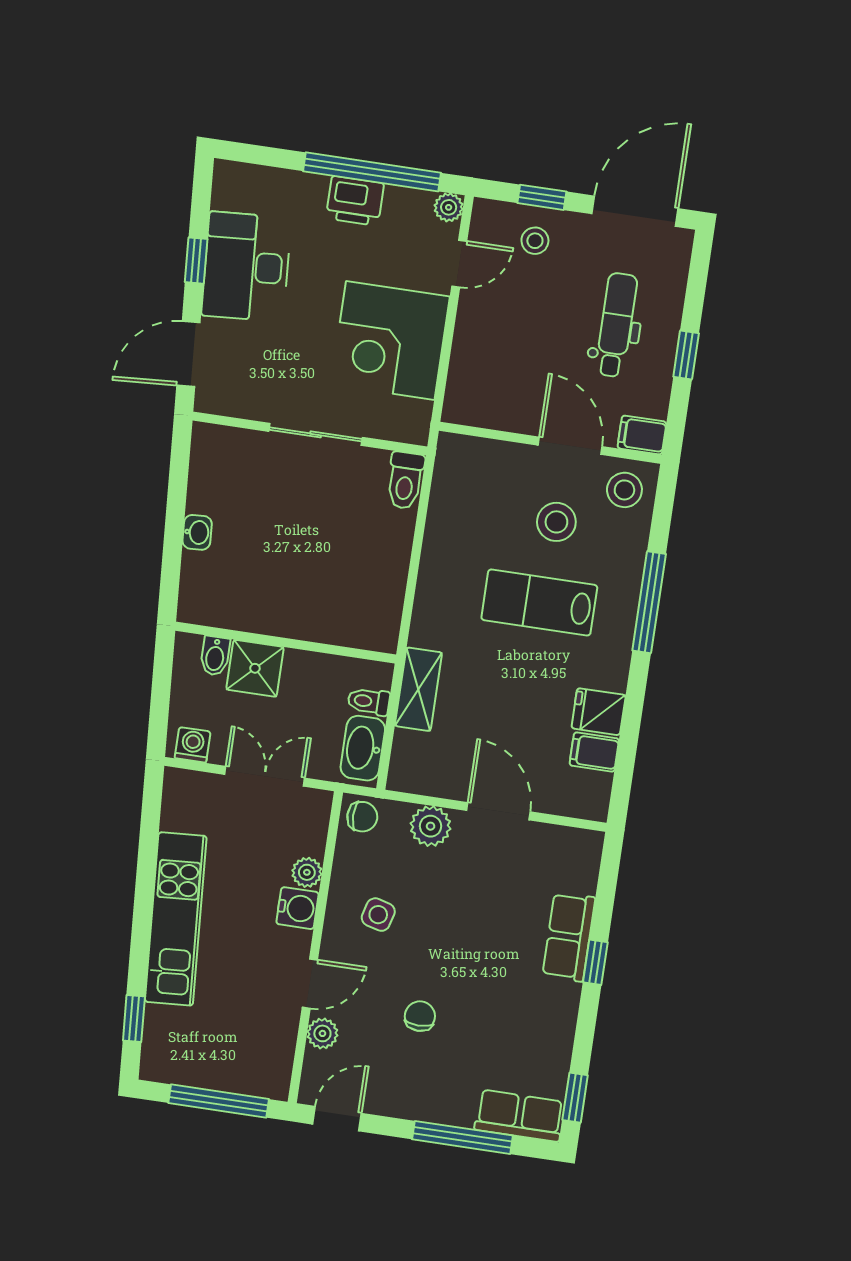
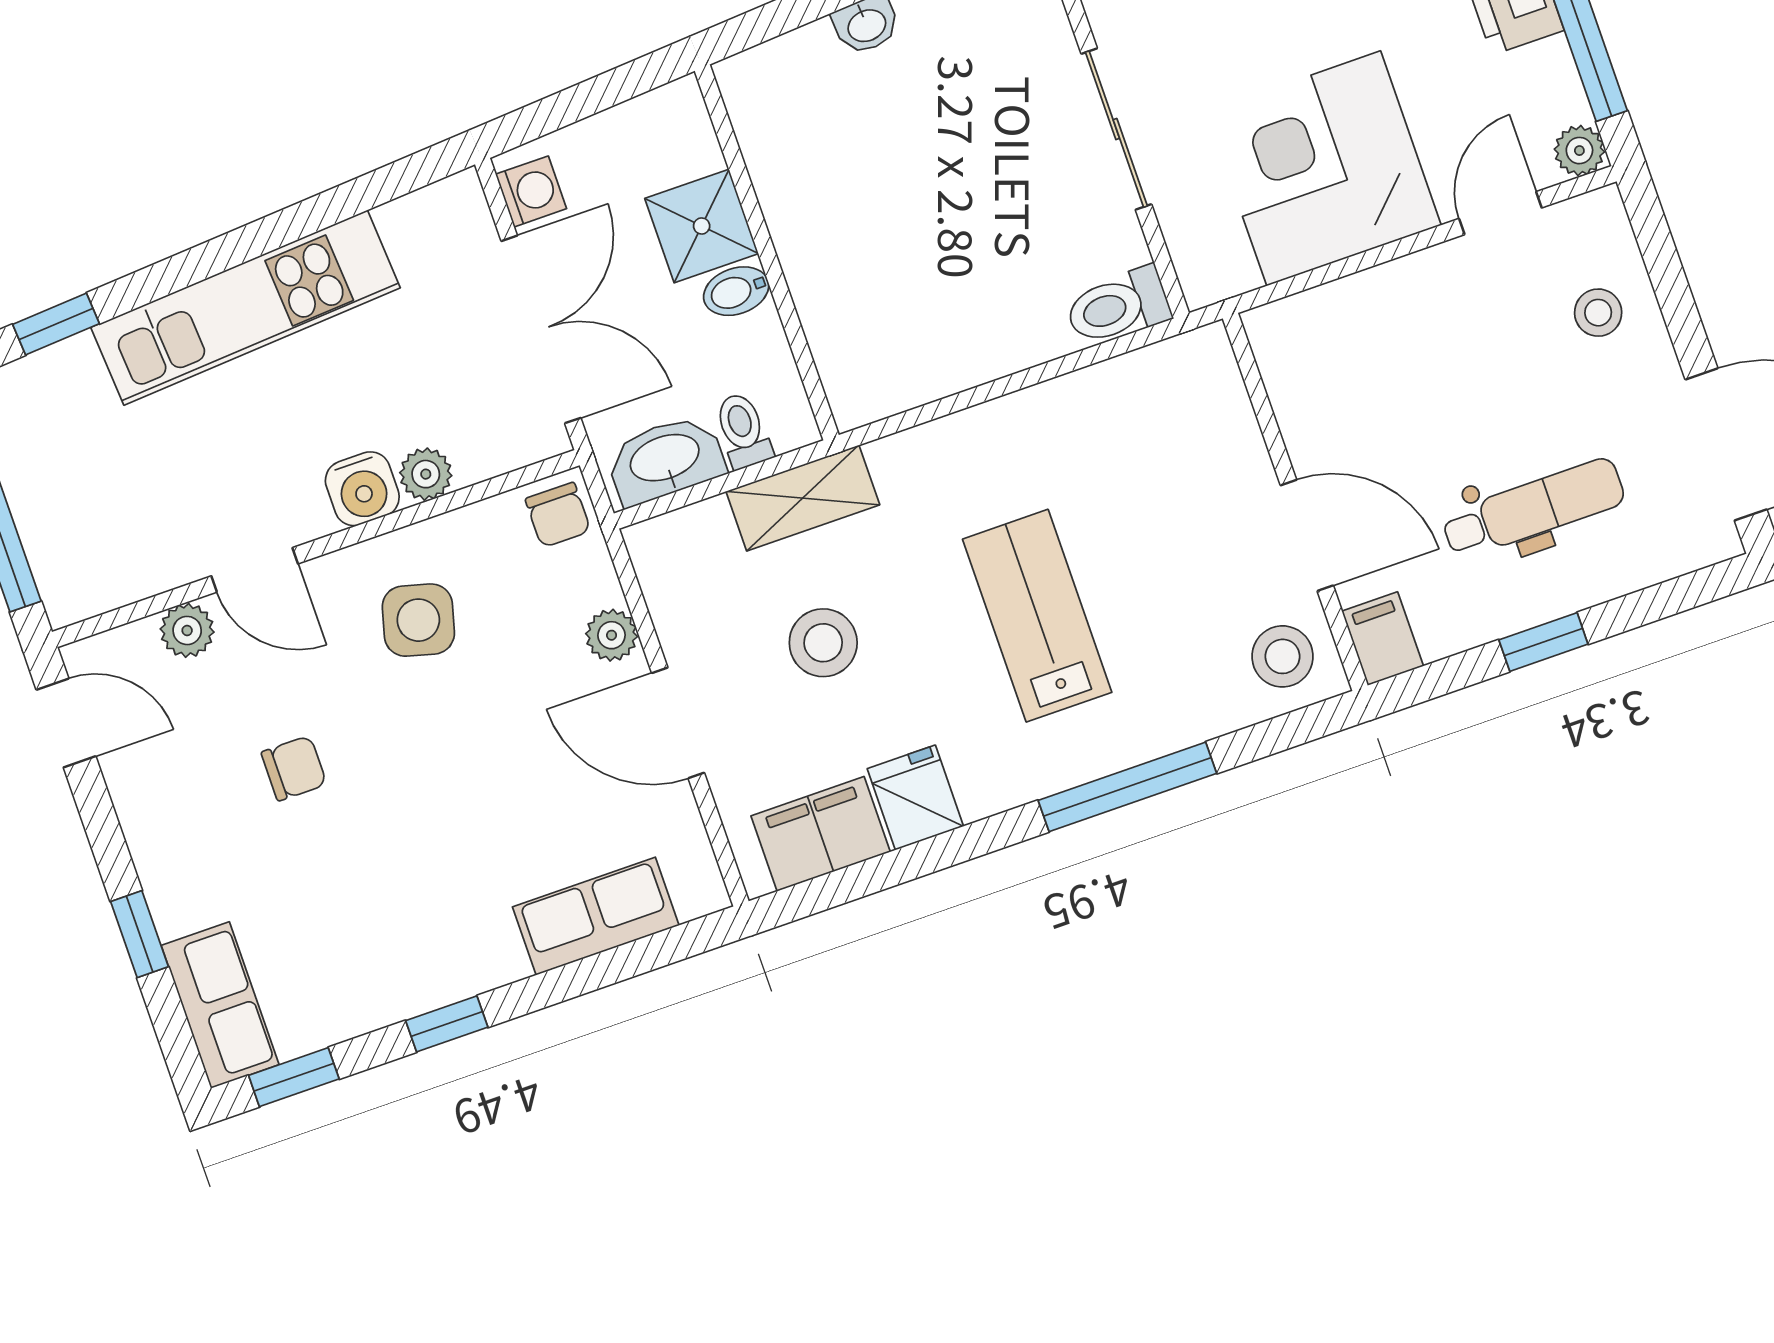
window: (542, 197) -> (1672, 288), removed
door: (459, 264) -> (1500, 213), swing flipped
door: (570, 446) -> (1307, 535), hinge flipped
stool: (556, 522) -> (823, 643), moved
bidet: (215, 656) -> (736, 291), moved
filing cabinet: (594, 752) -> (821, 834), width x2.00
double door: (265, 776) -> (541, 329), width x1.37
door: (498, 811) -> (678, 723), swing flipped
plant: (431, 826) -> (612, 635), width x0.73, depth x0.73
side table: (378, 915) -> (418, 620), width x1.37, depth x1.37
row of seats: (569, 937) -> (596, 916), moved
window: (595, 962) -> (447, 1024), moved
window: (463, 1137) -> (140, 934), width x0.46

